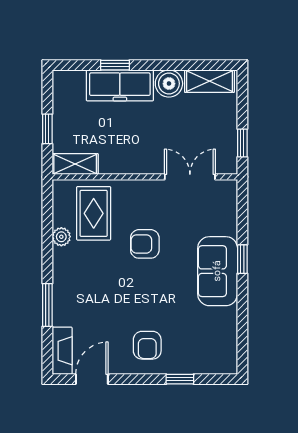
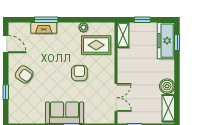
window: (115, 65) -> (177, 43), moved
freezer: (120, 85) -> (166, 41), moved
armchair: (147, 345) -> (24, 74), turned -145
fireplace: (62, 351) -> (44, 28), moved

